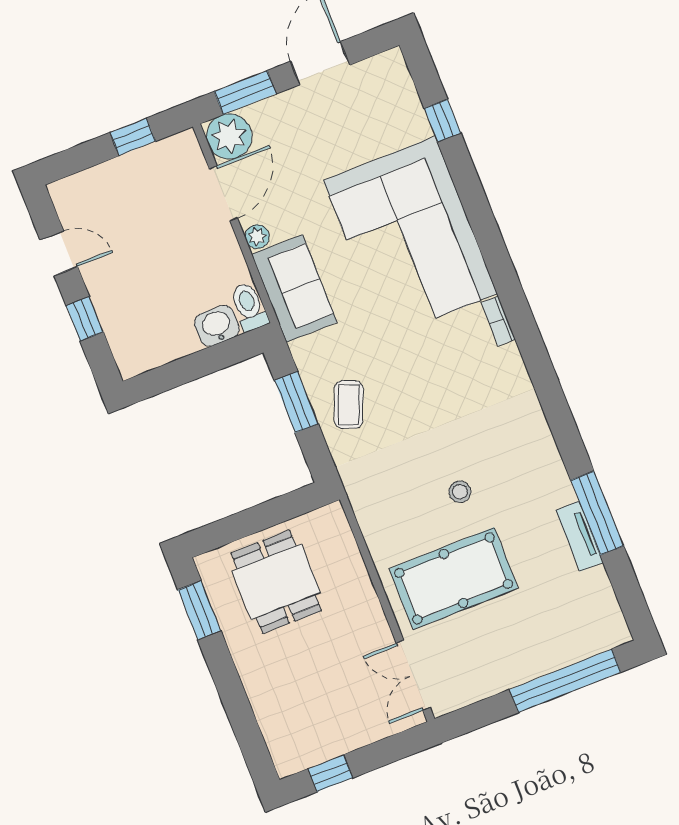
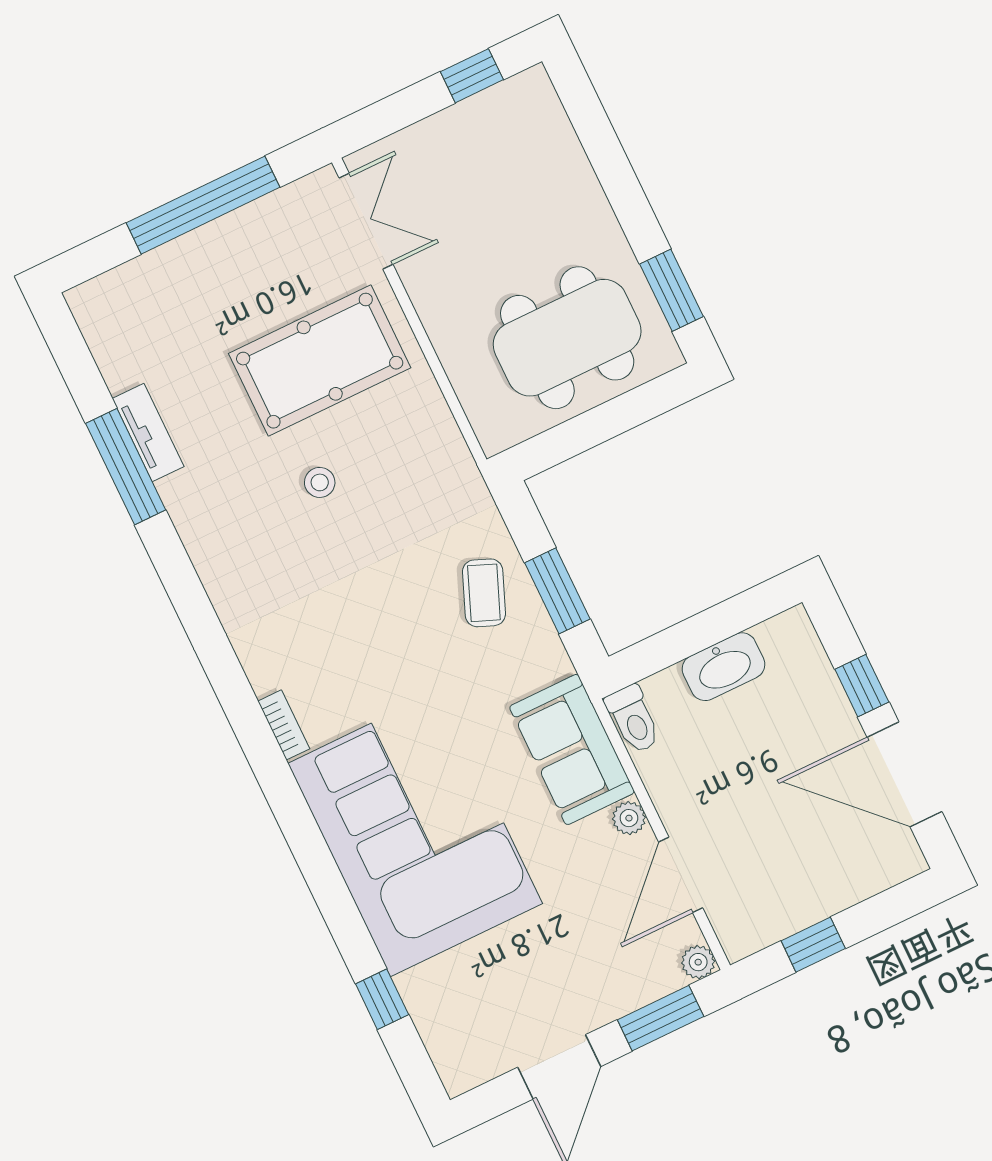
plant: (229, 136) -> (698, 962), width x0.53, depth x0.53
door: (59, 253) -> (904, 774), width x1.88
washbasin: (217, 326) -> (723, 667), moved, width x1.38
dining table: (276, 582) -> (567, 338), width x1.37
window: (565, 681) -> (203, 205), moved

